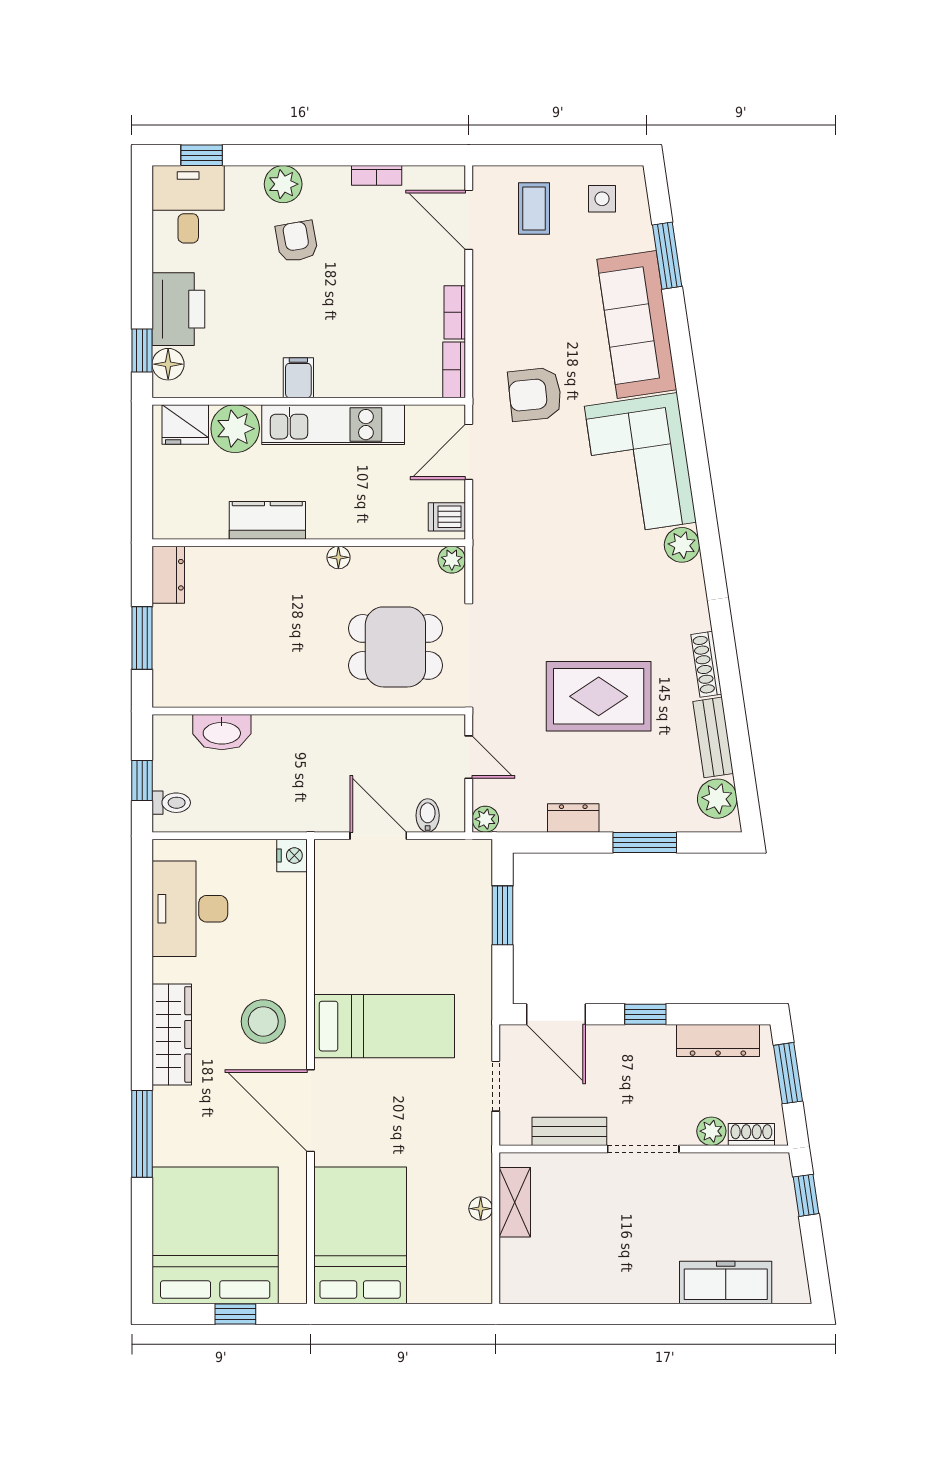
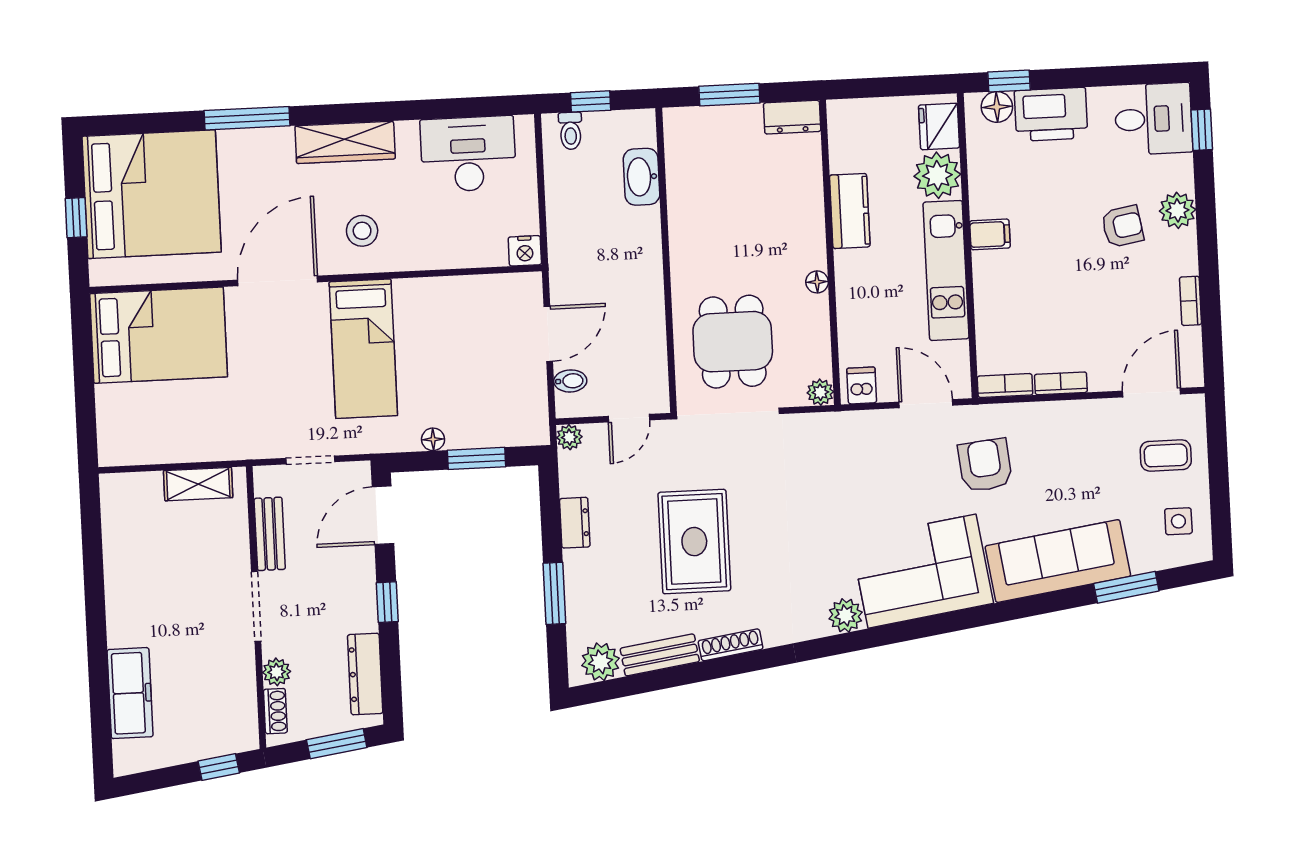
stool: (263, 1021) -> (362, 231), width x0.73, depth x0.73
floor lamp: (481, 1209) -> (433, 439), moved

